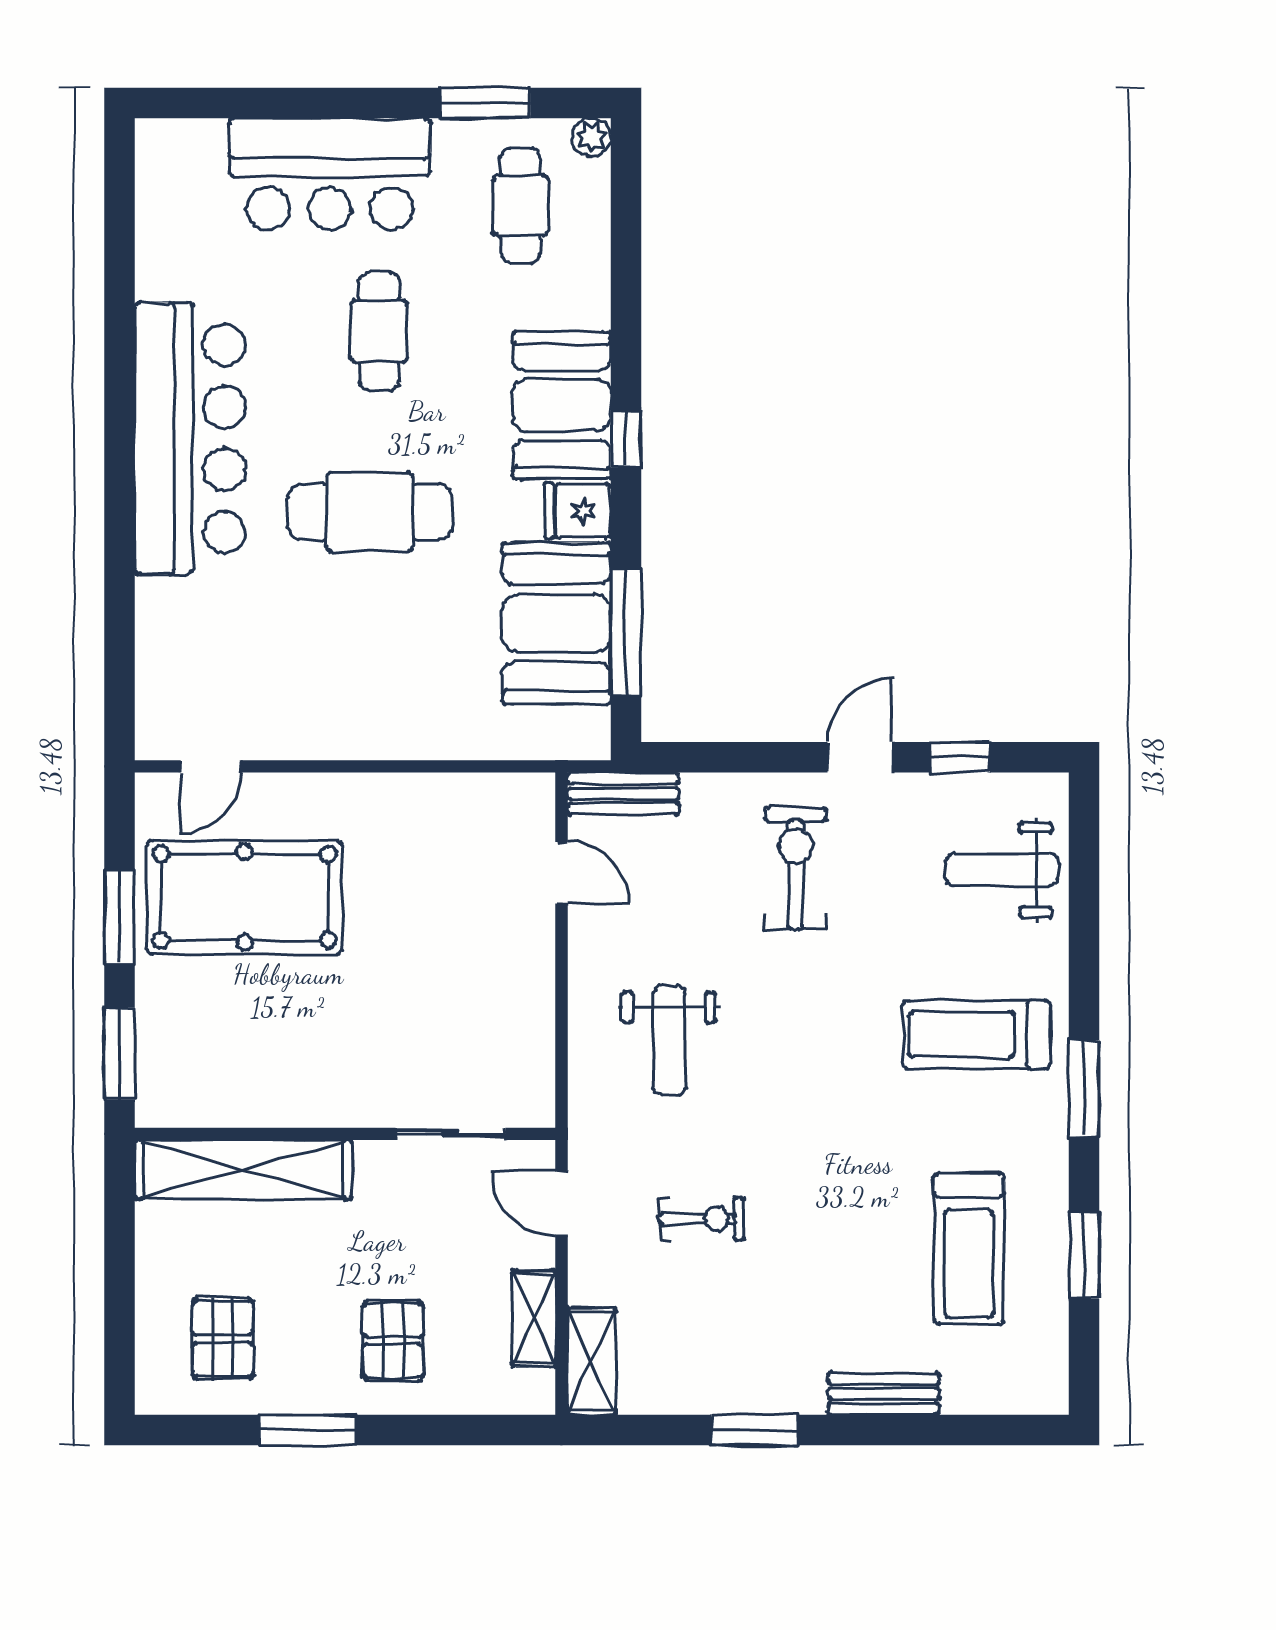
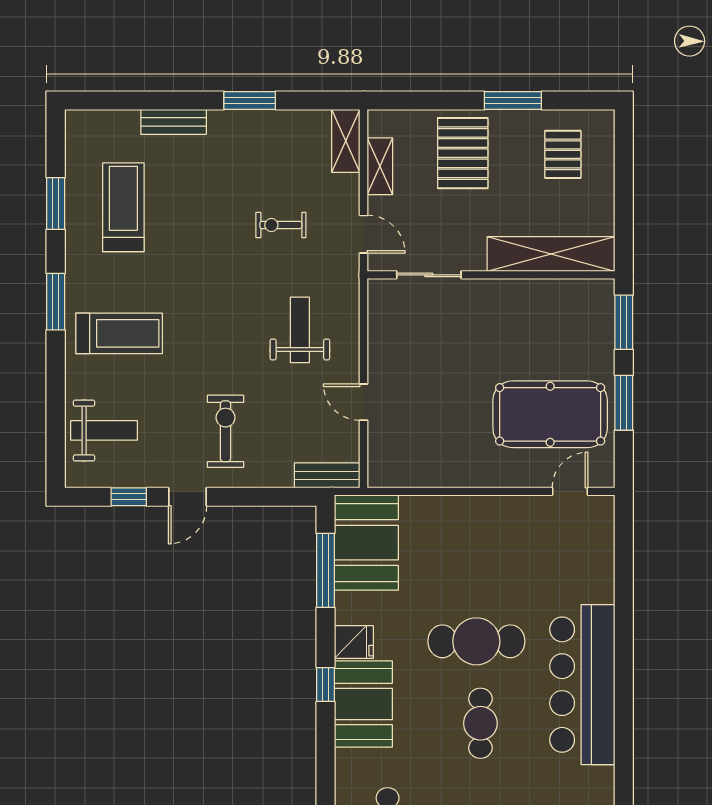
cafe table: (379, 331) -> (480, 723), moved
booth: (557, 623) -> (366, 543), moved
exercise bike: (796, 868) -> (225, 431), turned 180
door: (561, 873) -> (363, 402), moved
pallet: (393, 1341) -> (463, 153), width x1.50, depth x1.42

